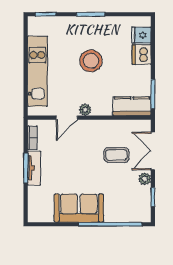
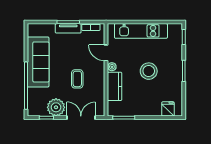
dishwasher: (142, 55) -> (153, 109), removed
kitchen counter: (132, 106) -> (115, 86), moved
coffee table: (116, 155) -> (77, 79), moved
plant: (145, 179) -> (56, 107), width x1.87, depth x1.87
sofa: (79, 208) -> (38, 62), width x1.36

